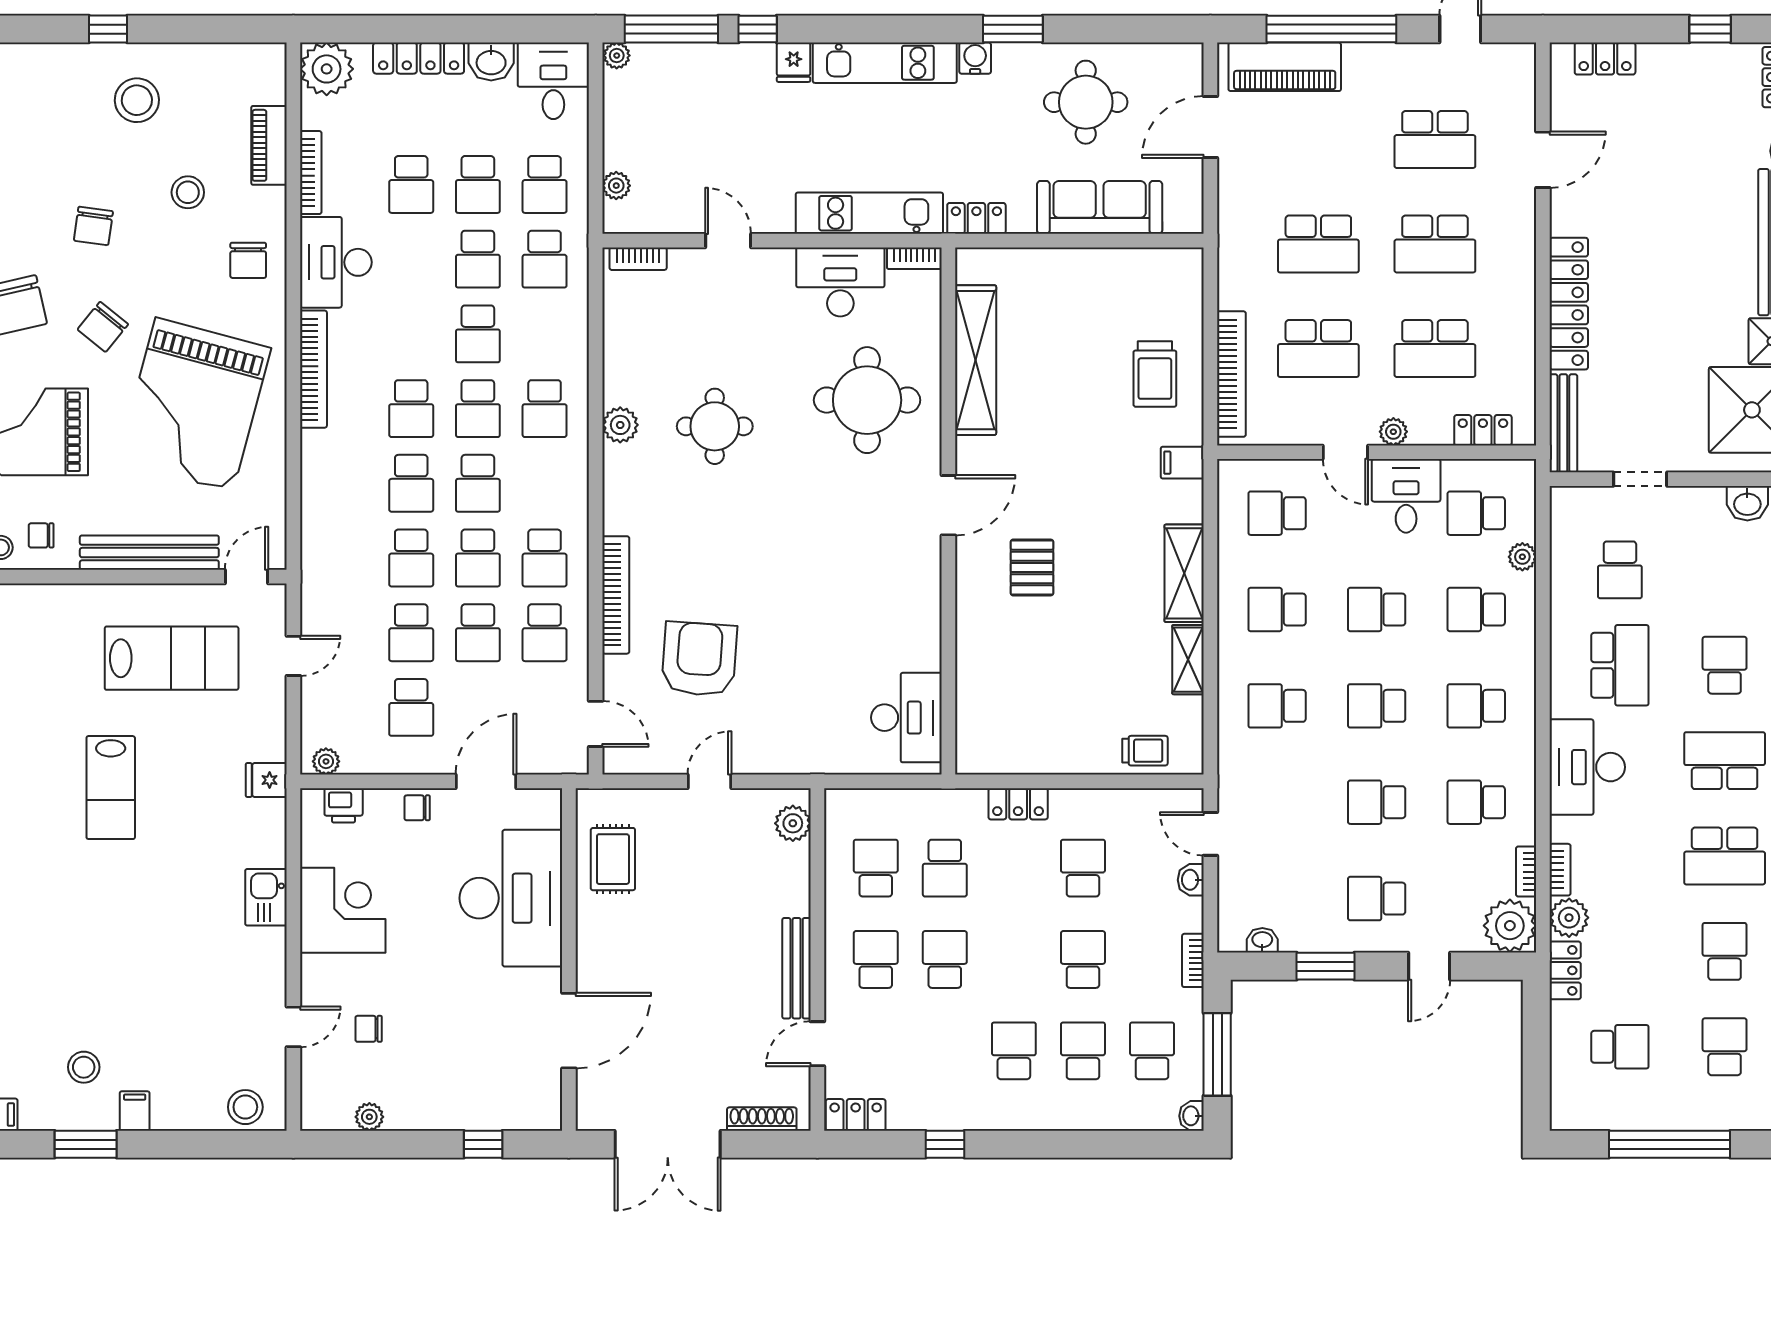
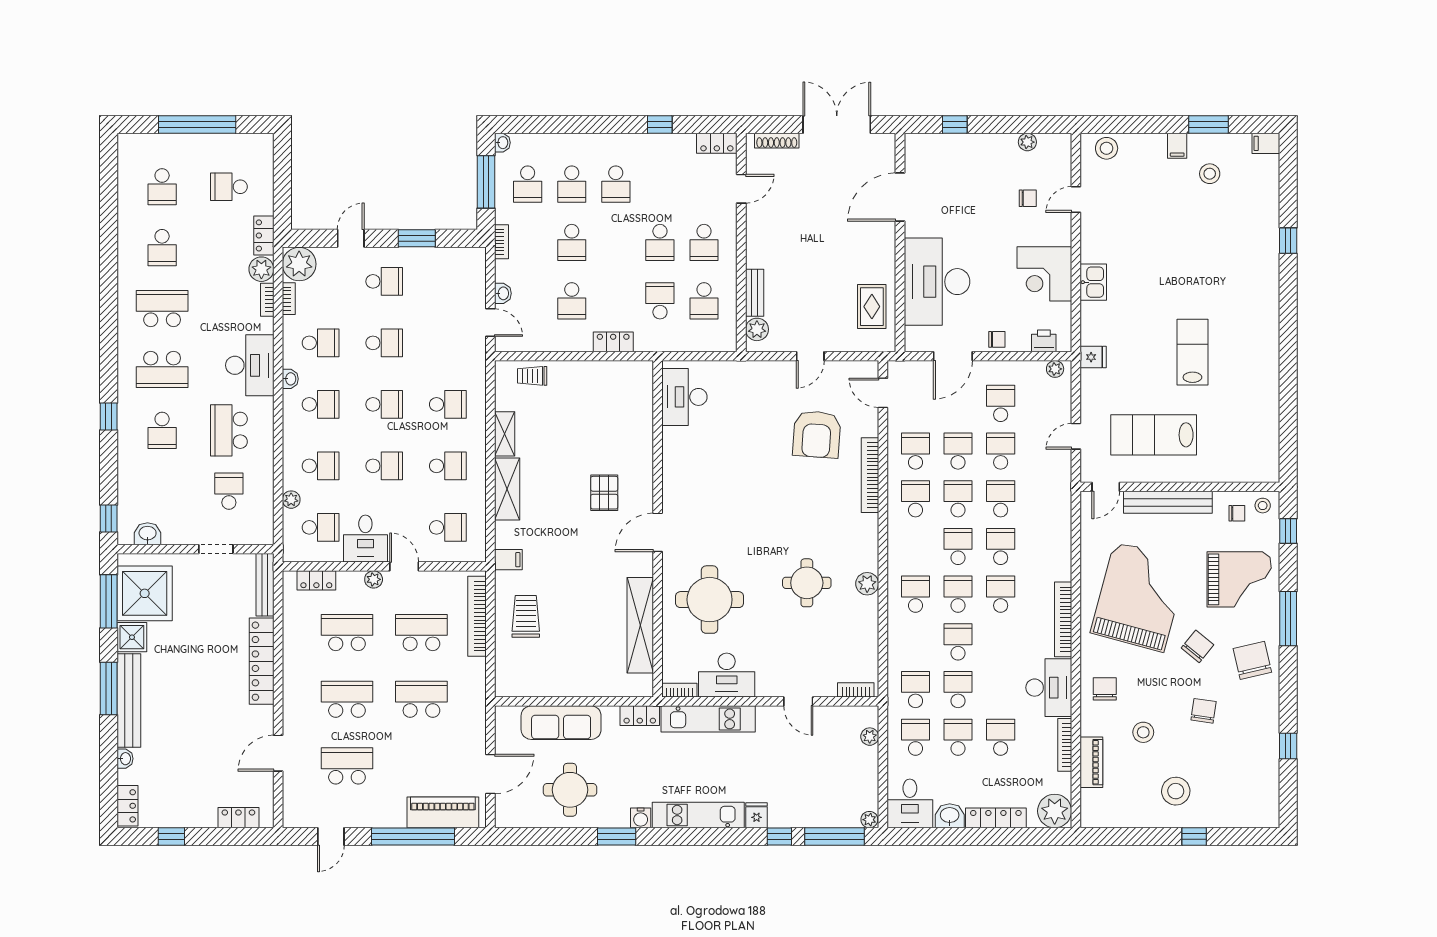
washbasin: (1262, 940) -> (290, 379), moved, turned -90
bench: (797, 968) -> (755, 293), moved, width x0.73

